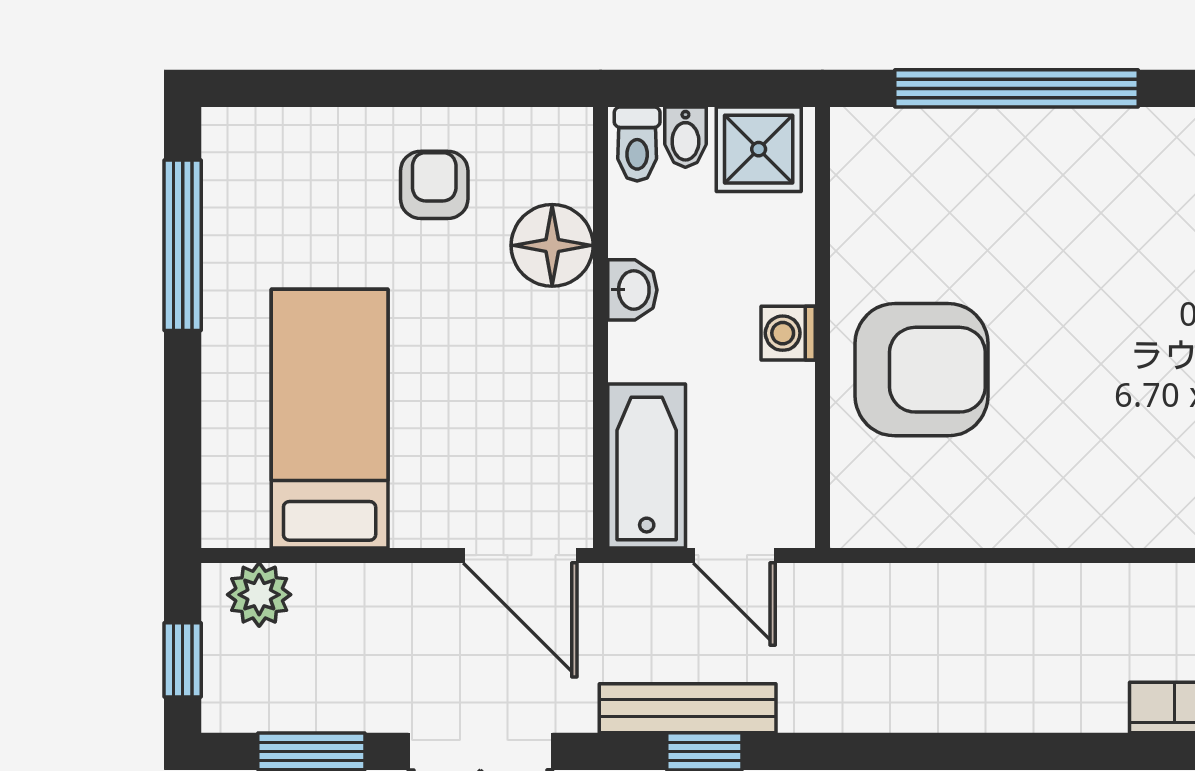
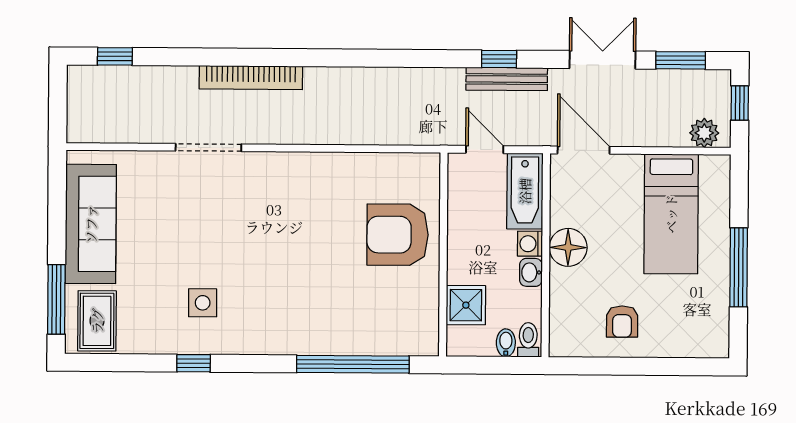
shower: (759, 149) -> (466, 305), moved
window: (183, 245) -> (739, 267), moved
floor lamp: (552, 245) -> (568, 247), moved
washing machine: (788, 333) -> (530, 244), moved, turned 180

